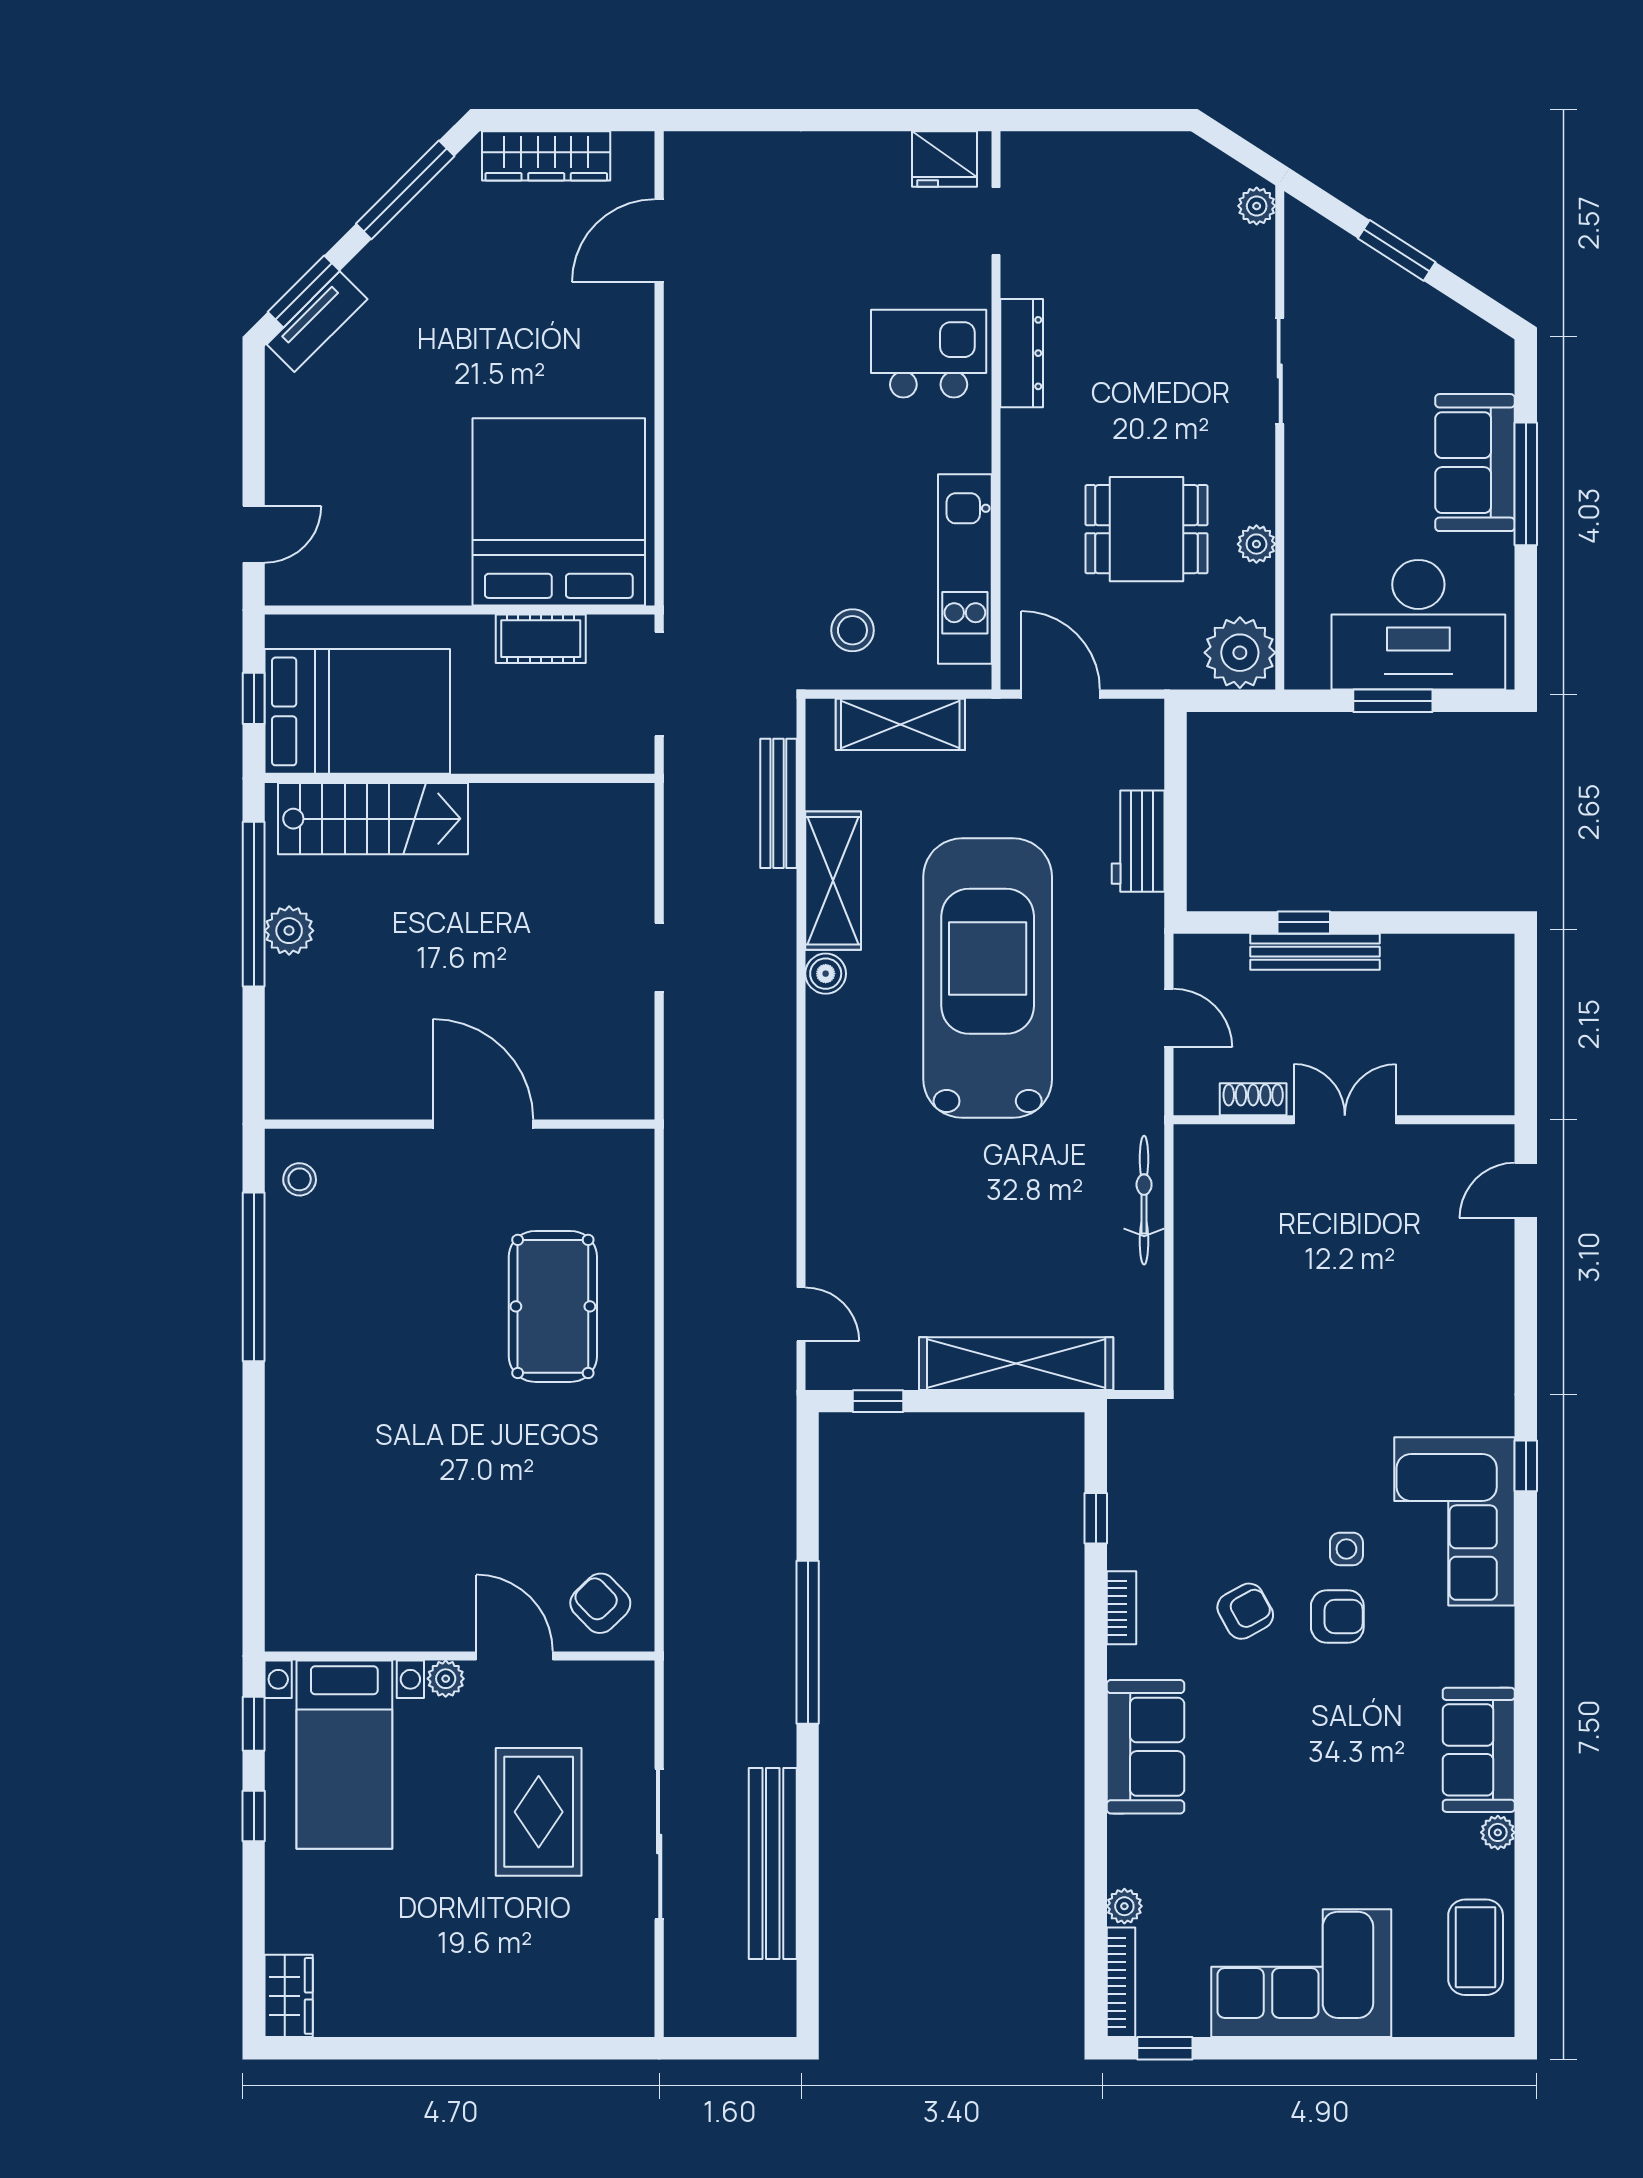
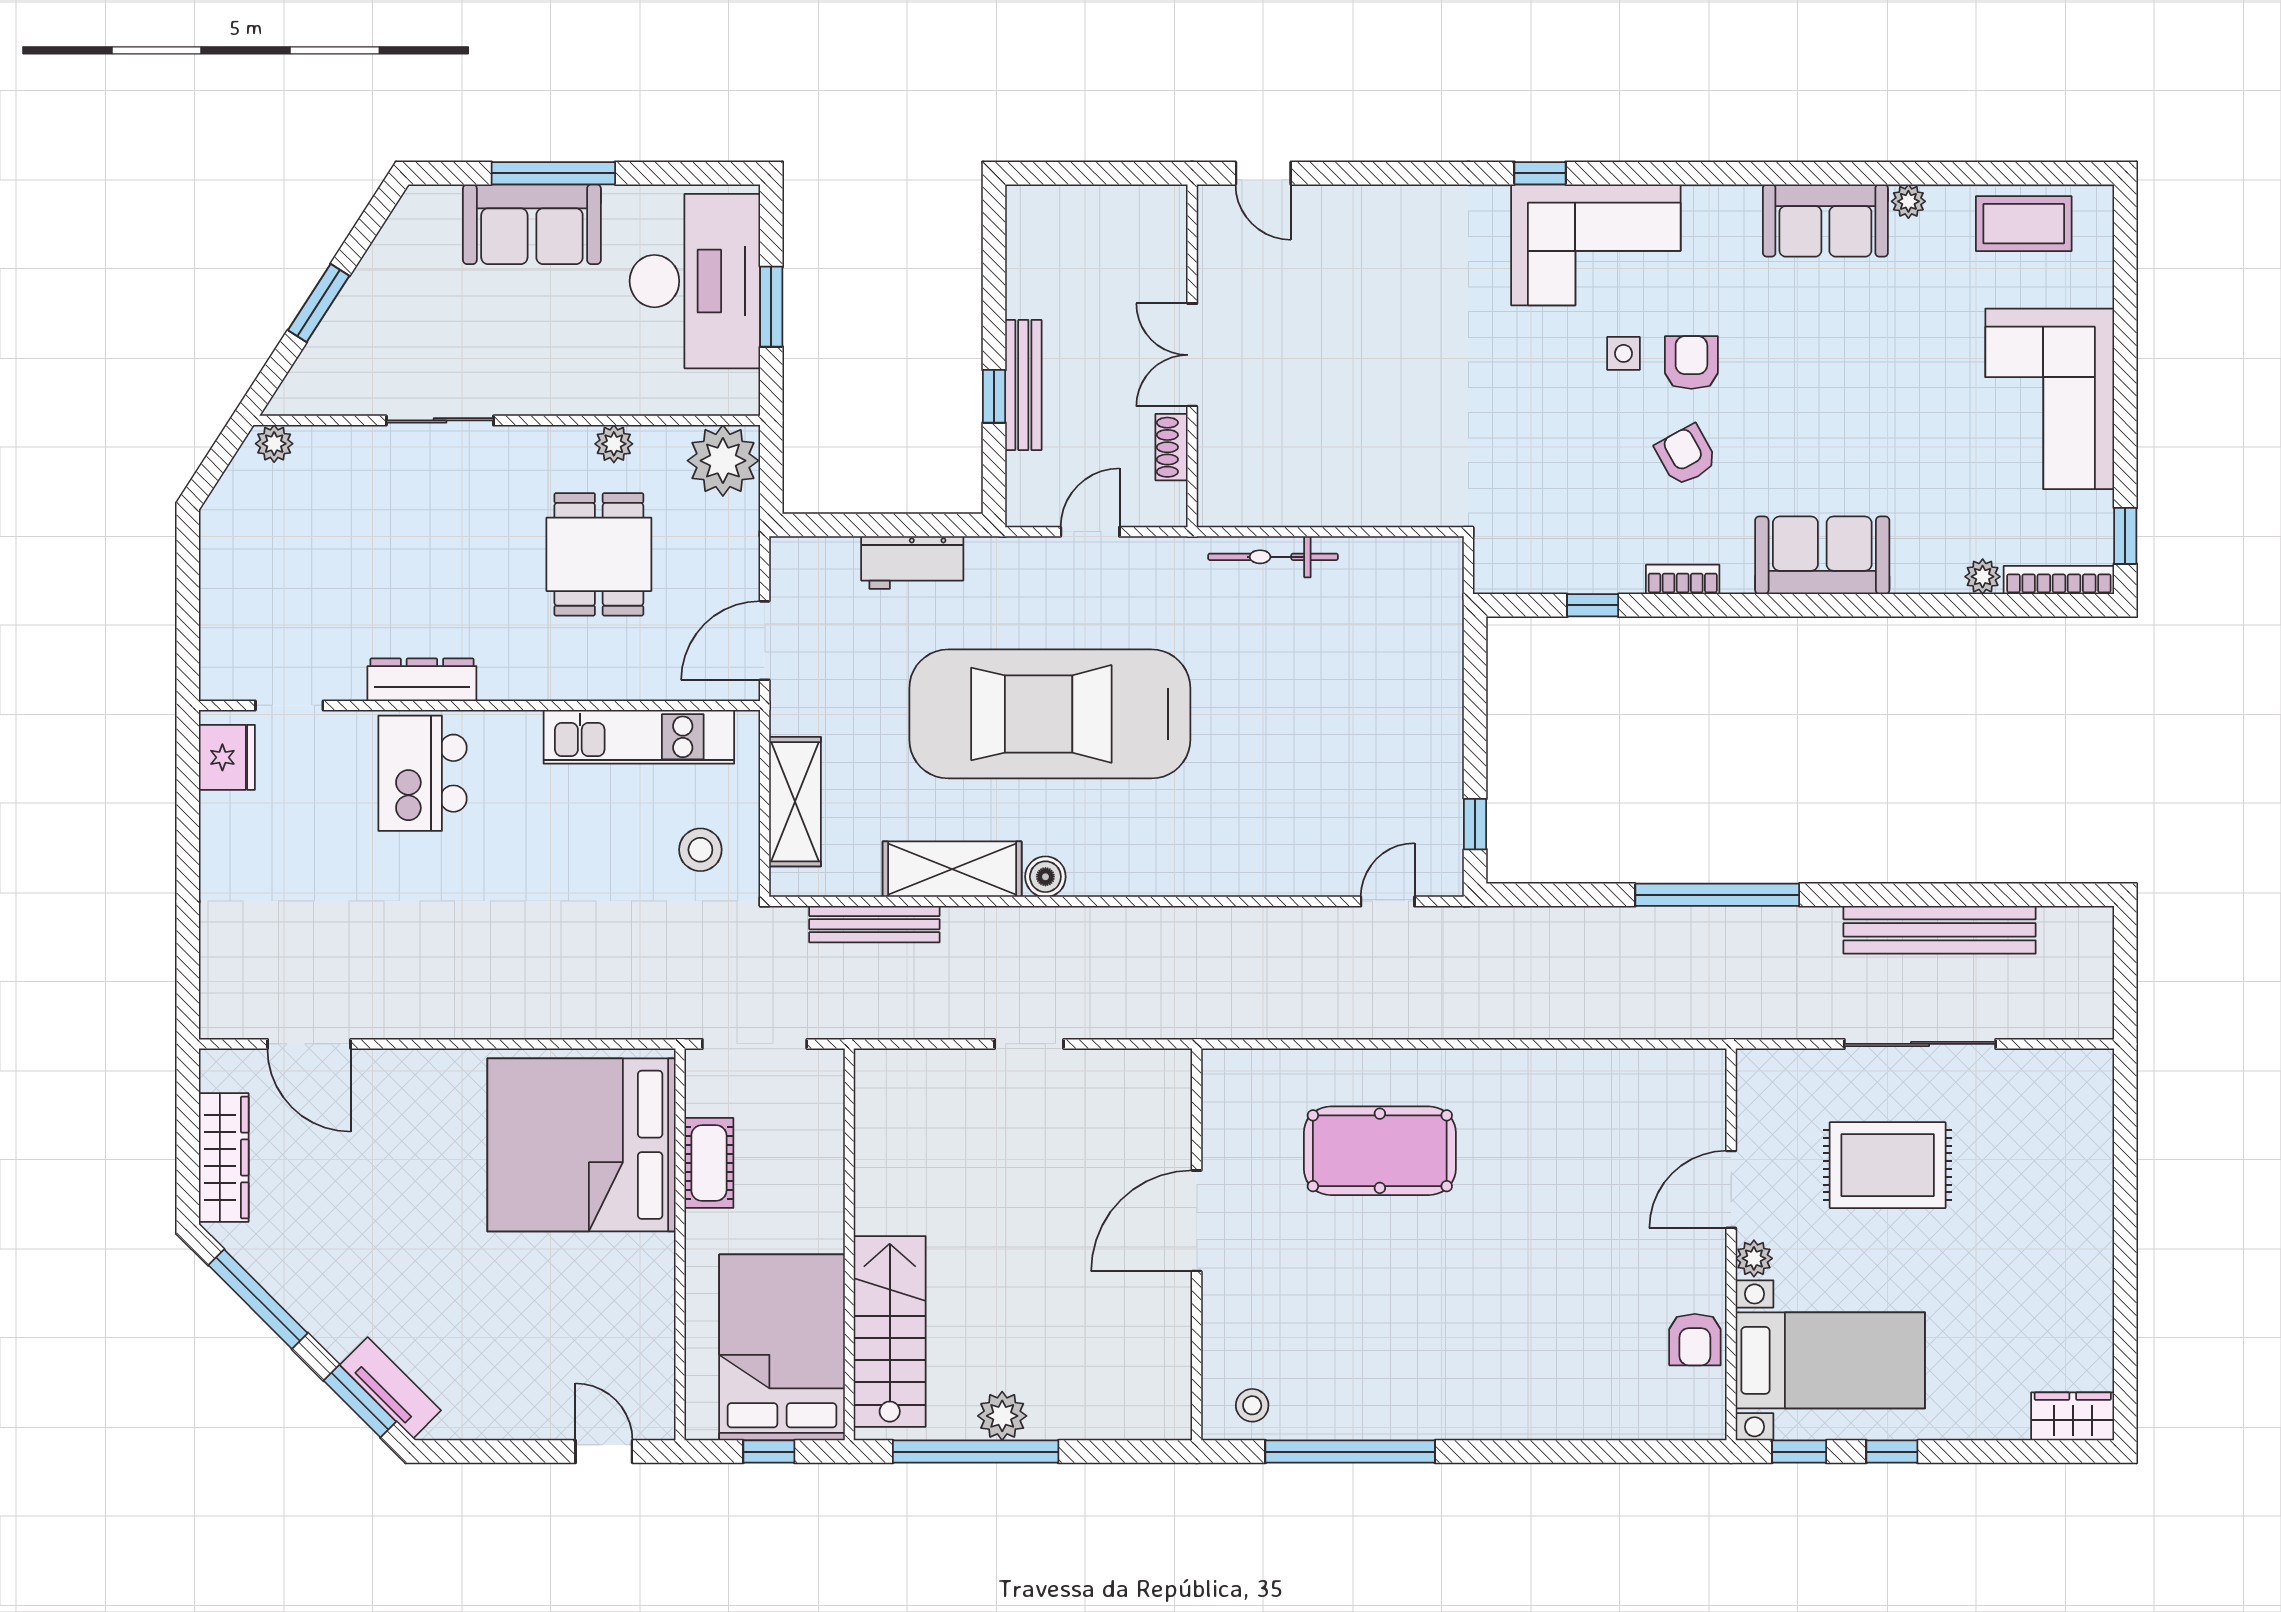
shelving: (1016, 1364) -> (1437, 685), removed
armchair: (600, 1603) -> (1695, 1340), moved, turned -46

